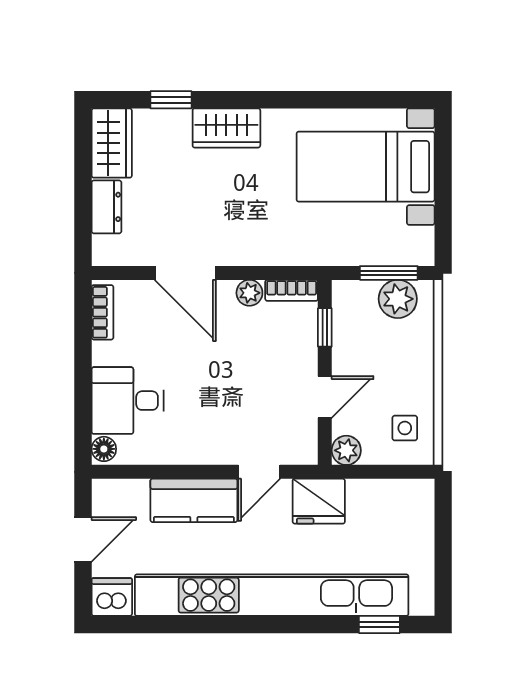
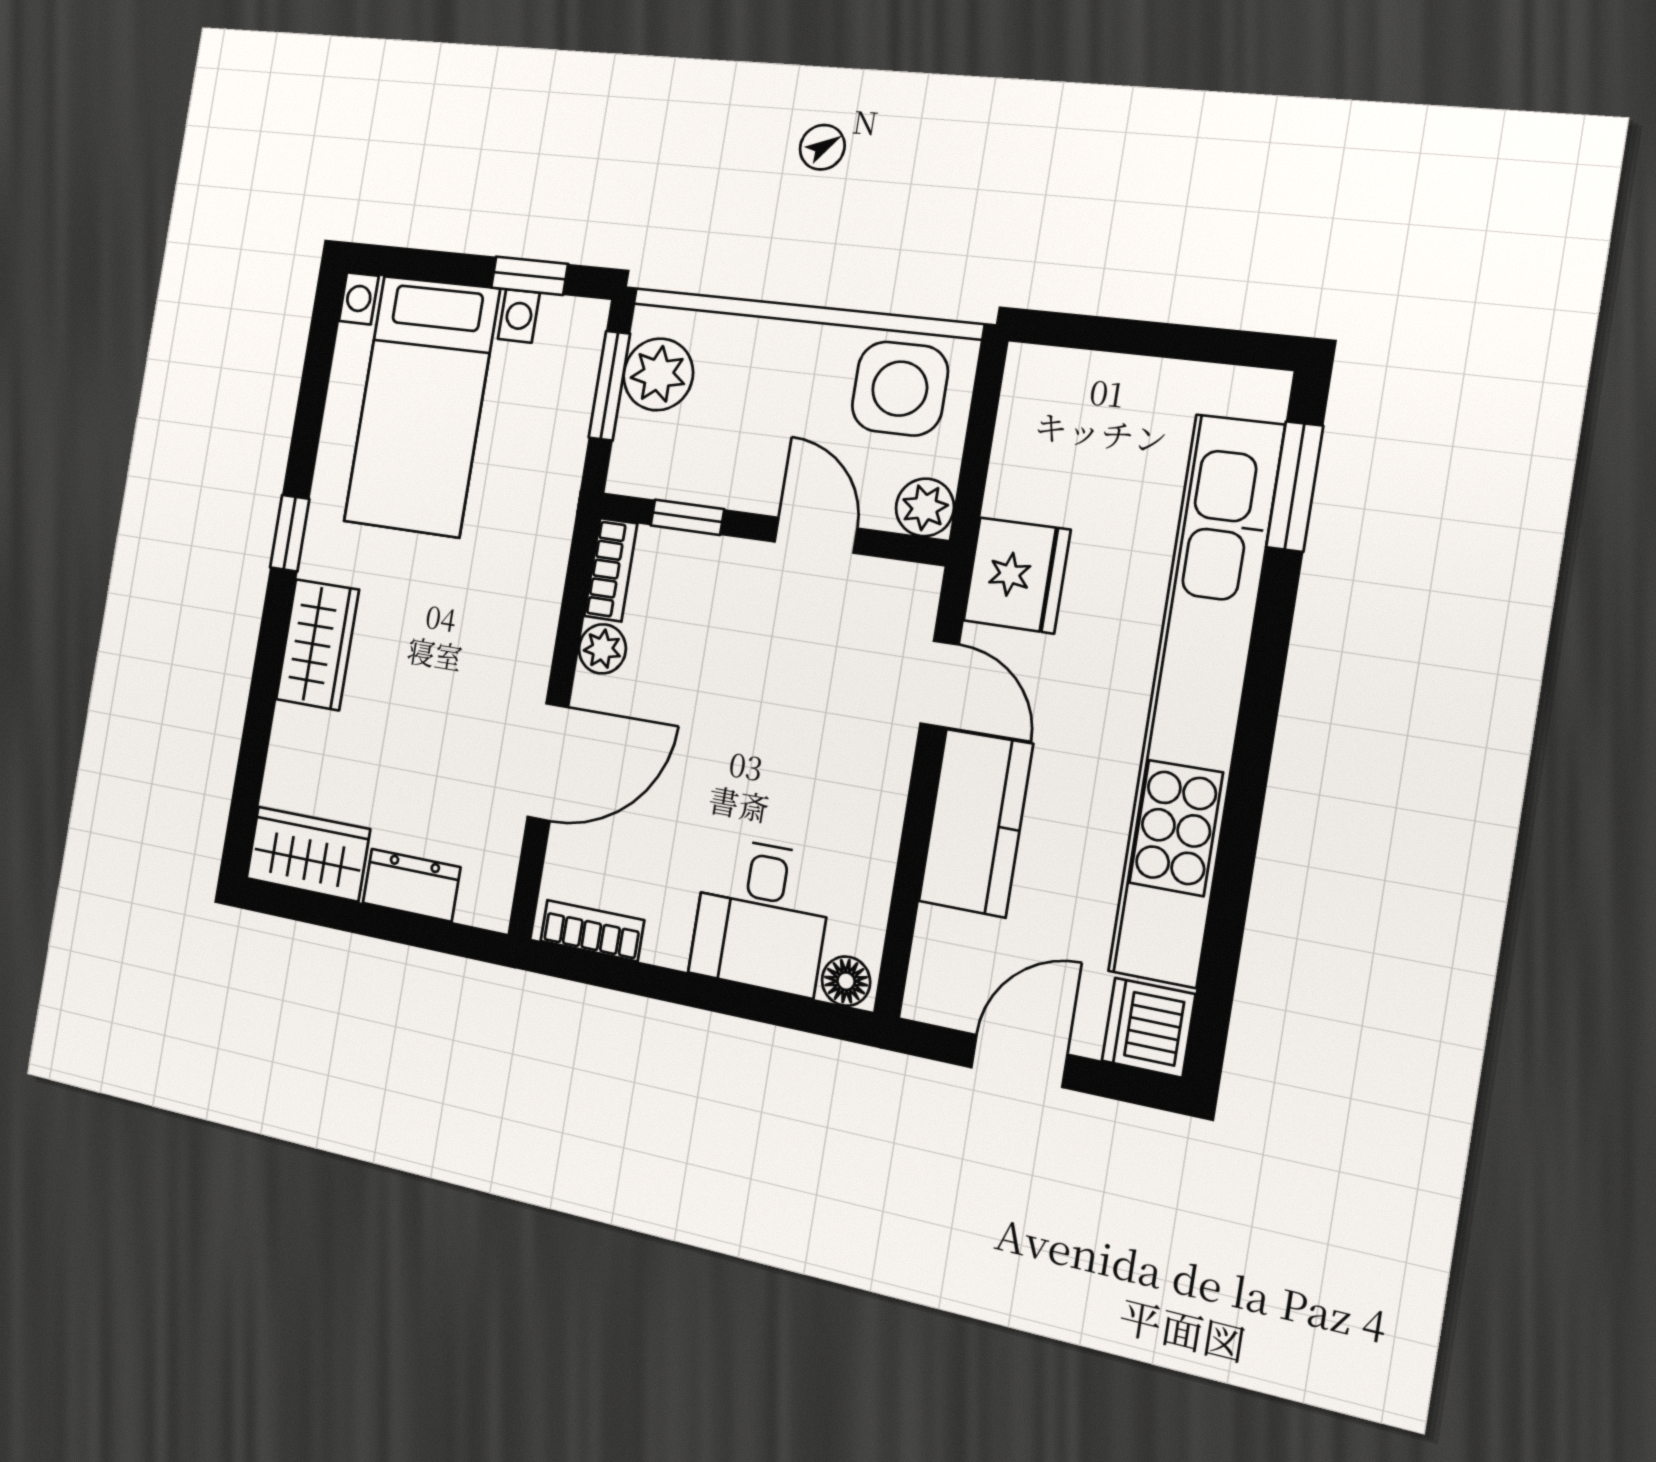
window: (171, 100) -> (290, 533), moved
window: (443, 217) -> (529, 276), added
side table: (405, 428) -> (900, 389), width x1.87, depth x1.87
door: (83, 539) -> (1019, 1061), hinge flipped
window: (379, 624) -> (1295, 487), width x1.50

